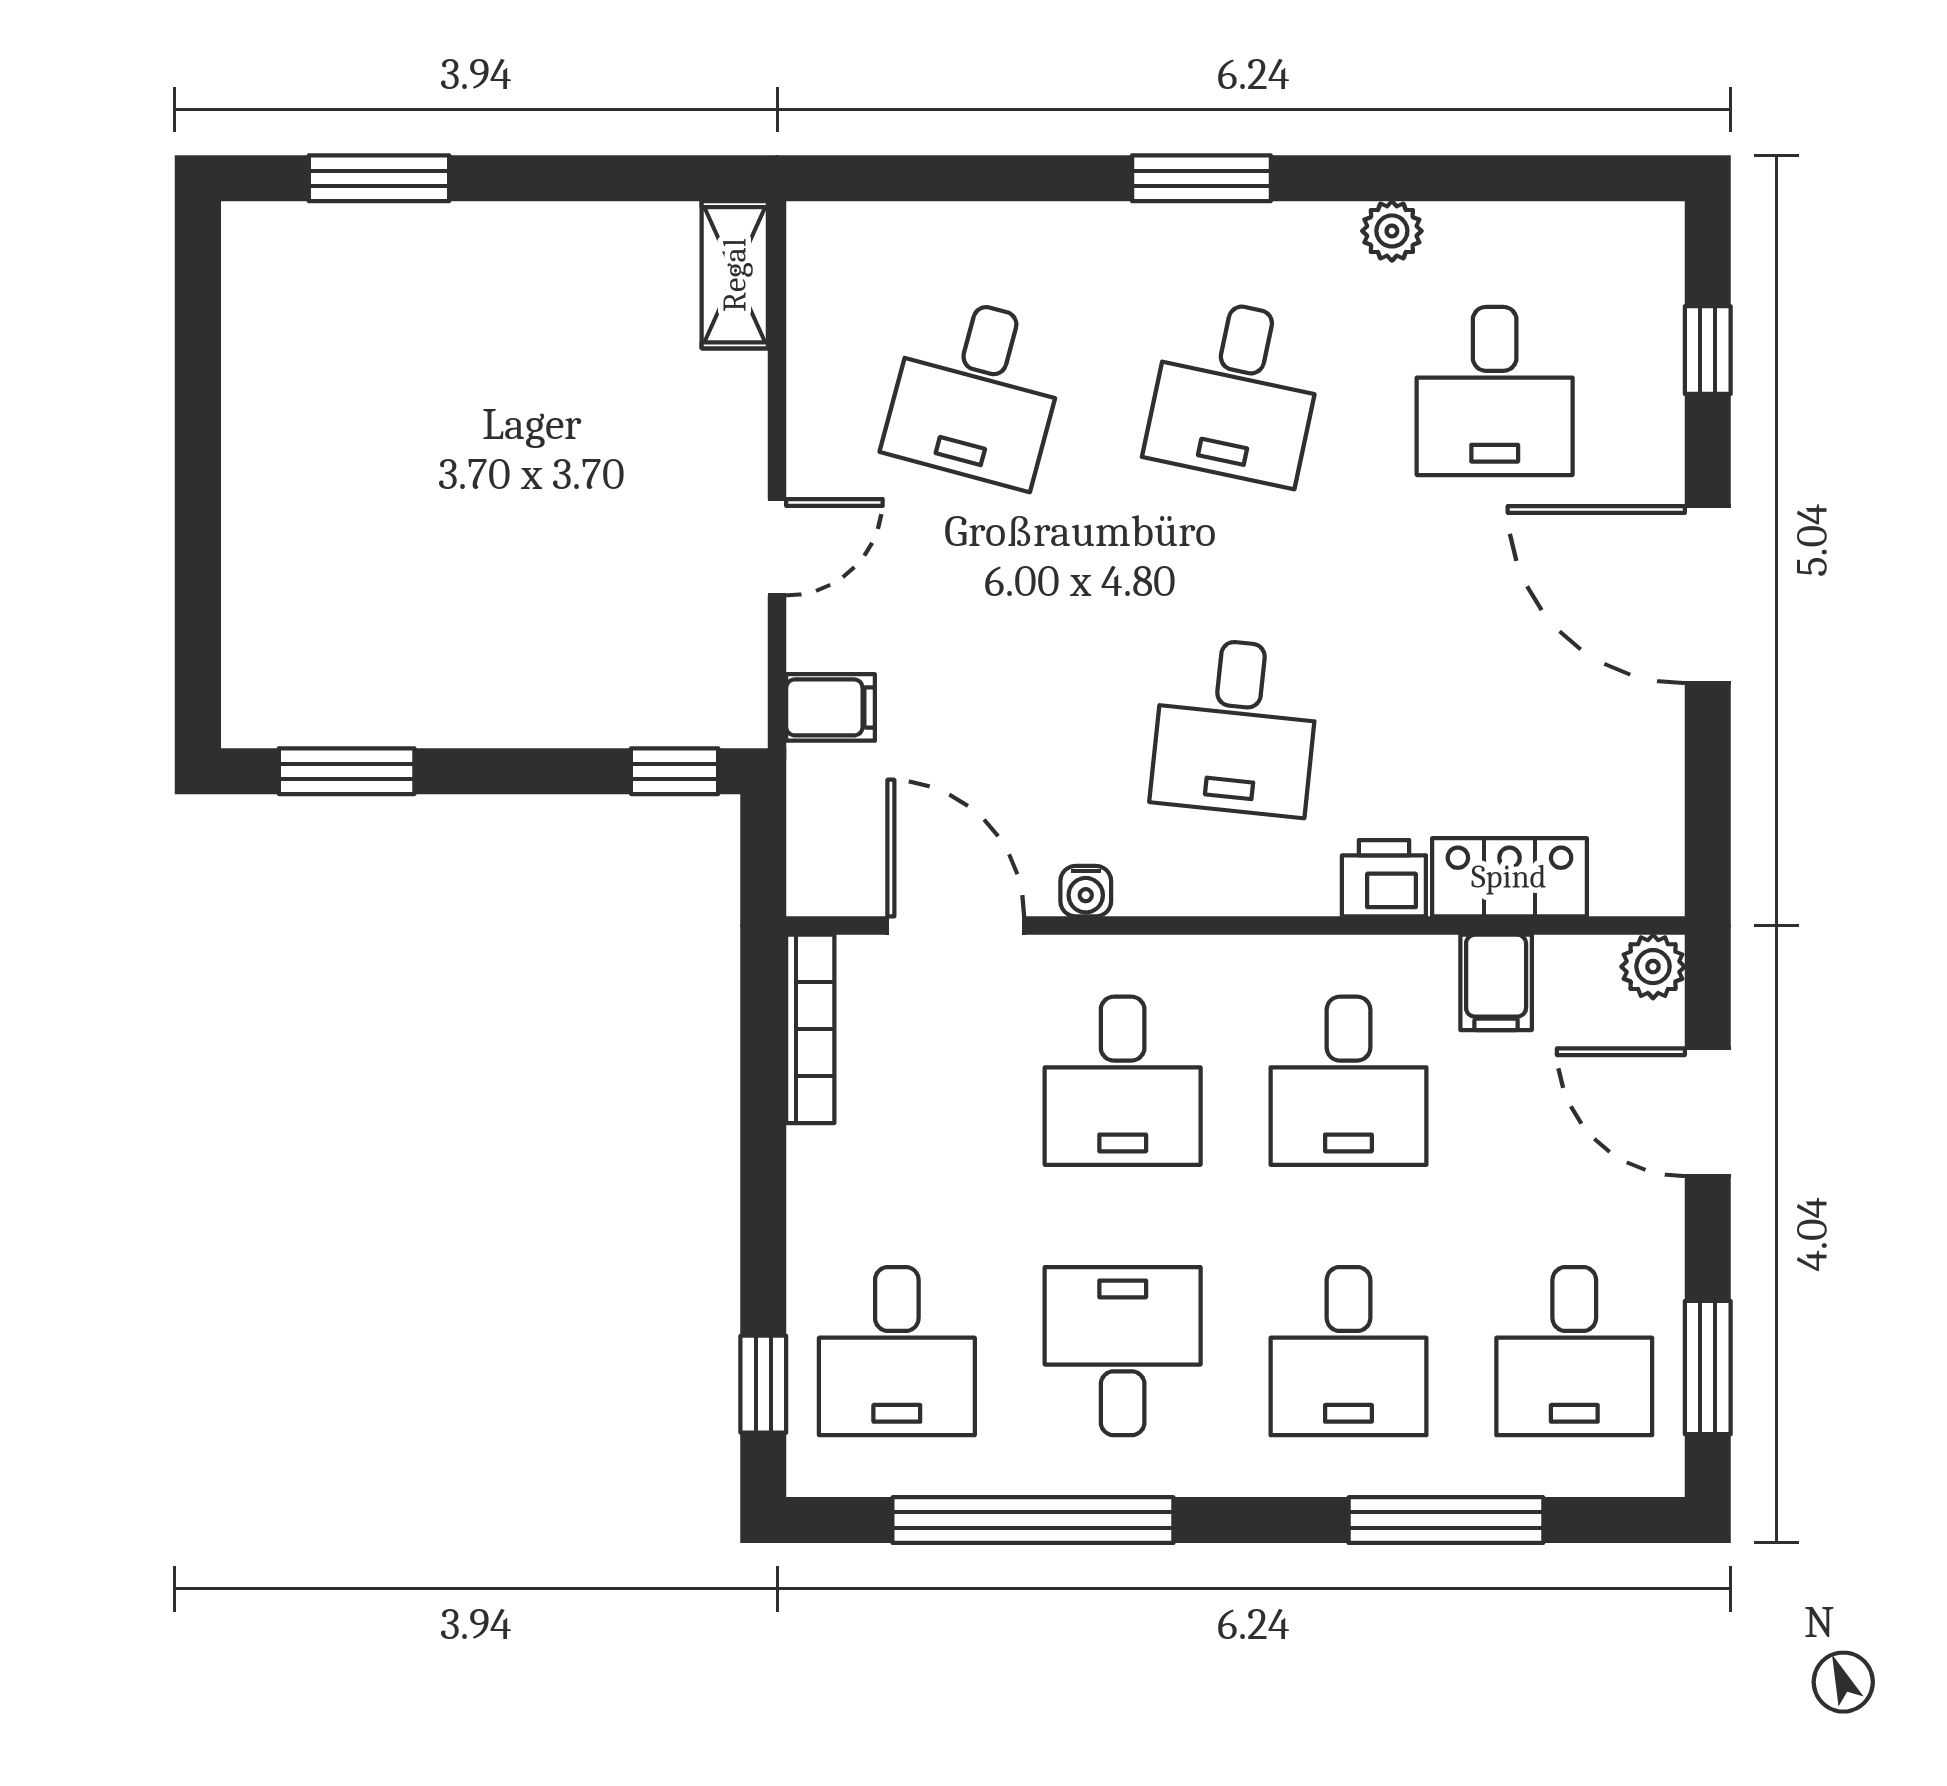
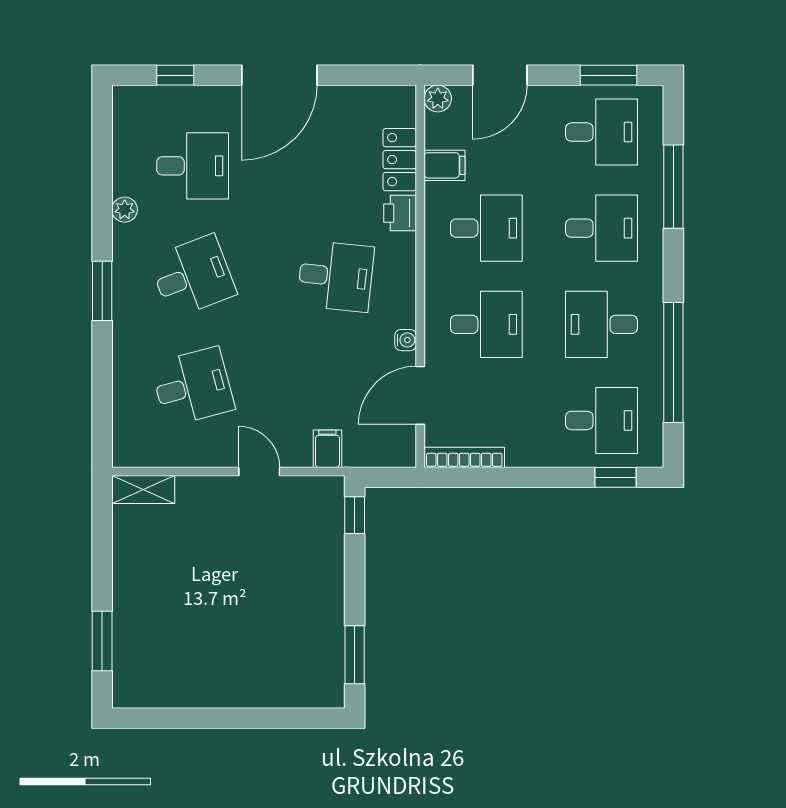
desk: (976, 391) -> (193, 387), turned -30
desk: (1236, 391) -> (193, 276), turned -33

